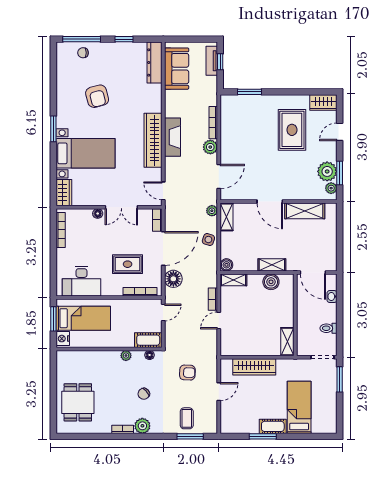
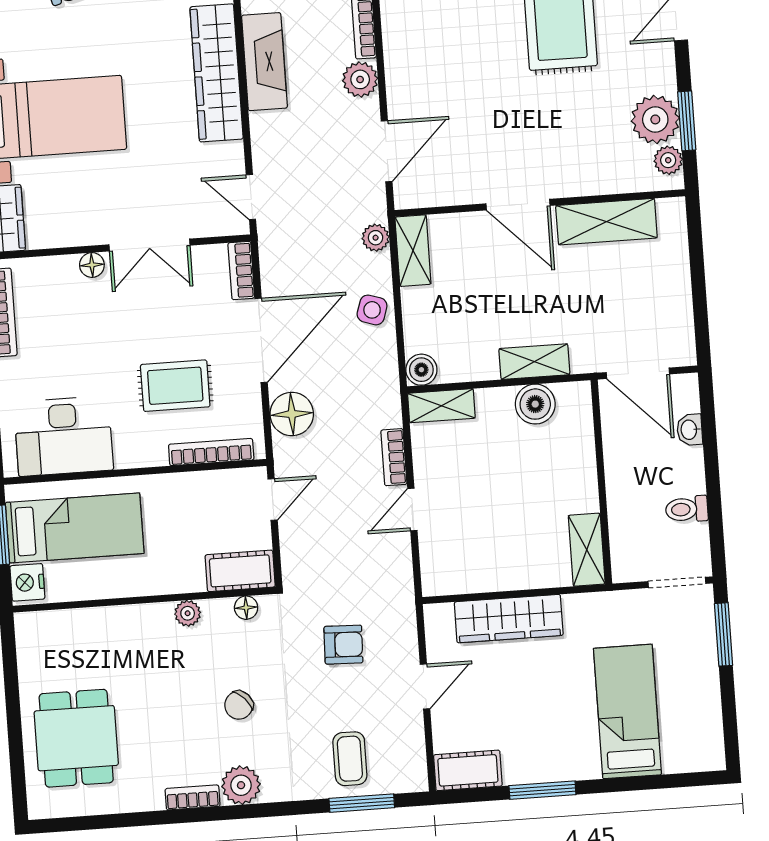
cot: (273, 426) -> (468, 770), moved

